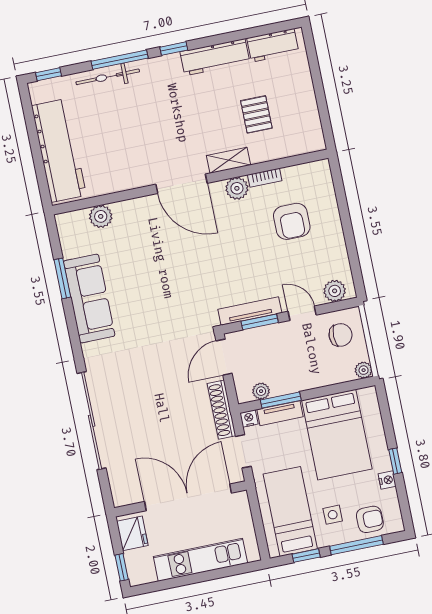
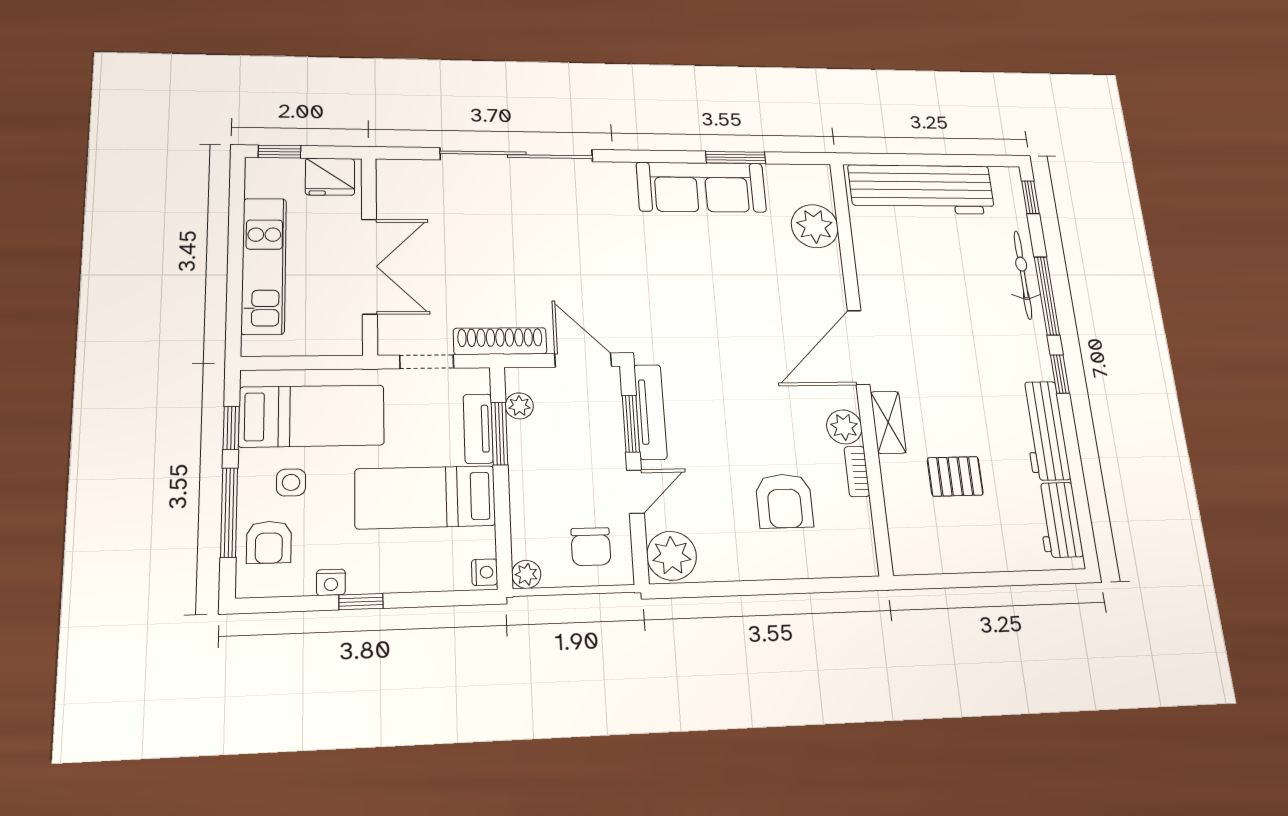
plant: (101, 216) -> (815, 226), width x1.36, depth x1.36
armchair: (292, 221) -> (784, 501), turned -90
plant: (335, 291) -> (672, 556), width x1.36, depth x1.36
nightstand: (249, 418) -> (485, 572), moved
bed: (337, 435) -> (425, 497), width x0.67
double door: (188, 497) -> (369, 266), width x0.73

